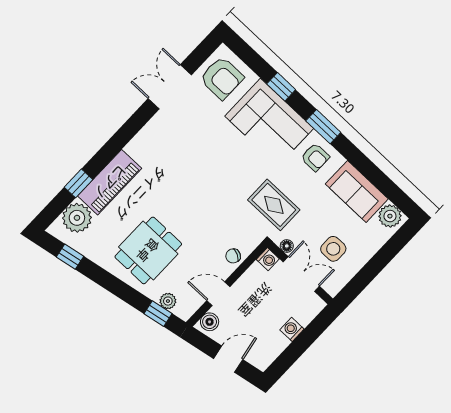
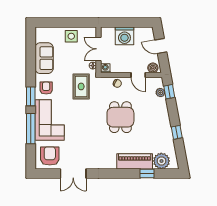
window: (281, 87) -> (31, 129), width x2.17
plant: (390, 216) -> (41, 35), removed
side table: (333, 249) -> (71, 36), moved
dining table: (148, 250) -> (120, 117), moved, turned 90
window: (70, 257) -> (177, 132), moved
washing machine: (292, 329) -> (124, 36), width x1.89, depth x1.89

